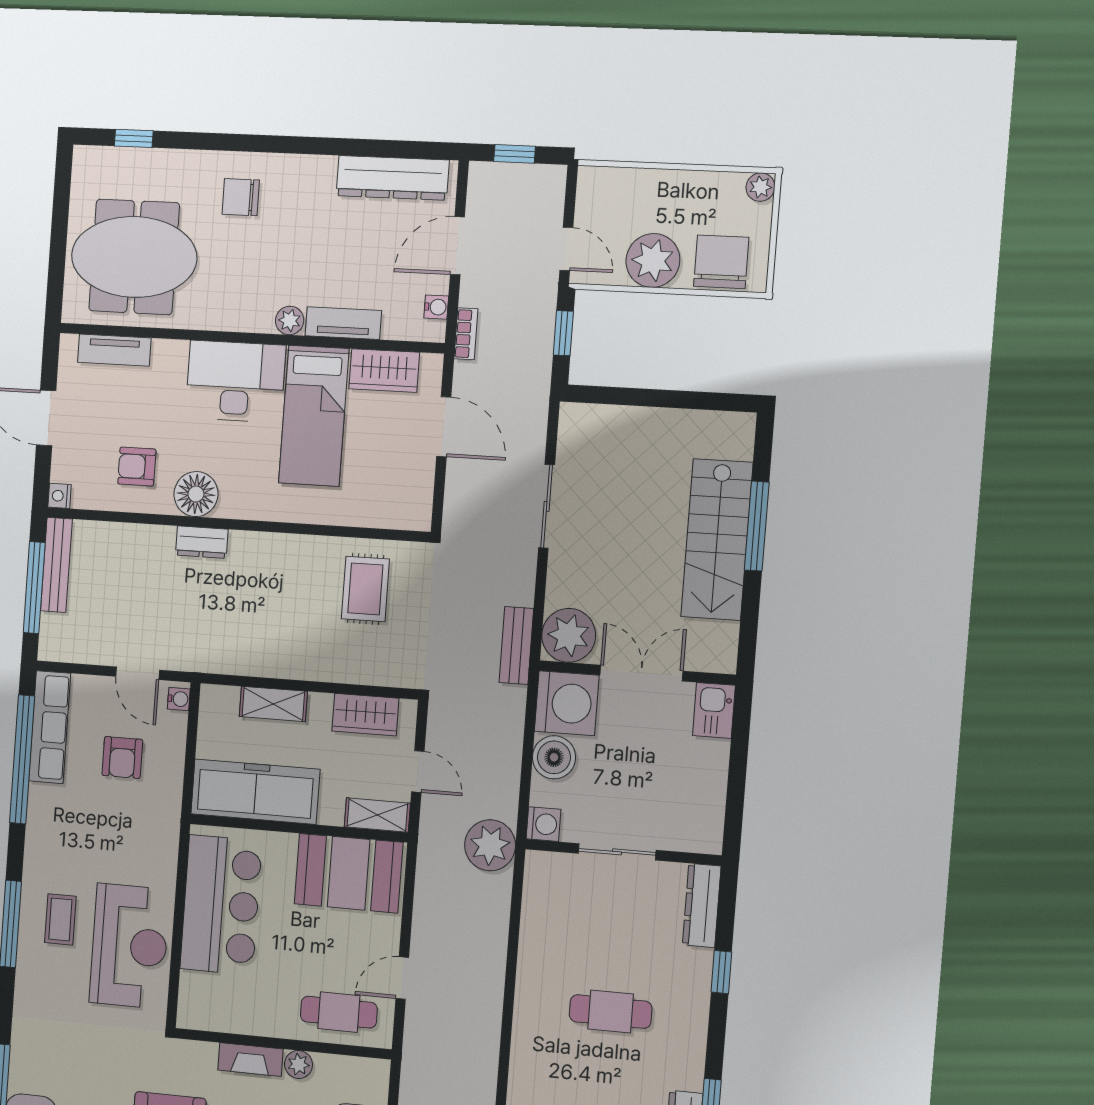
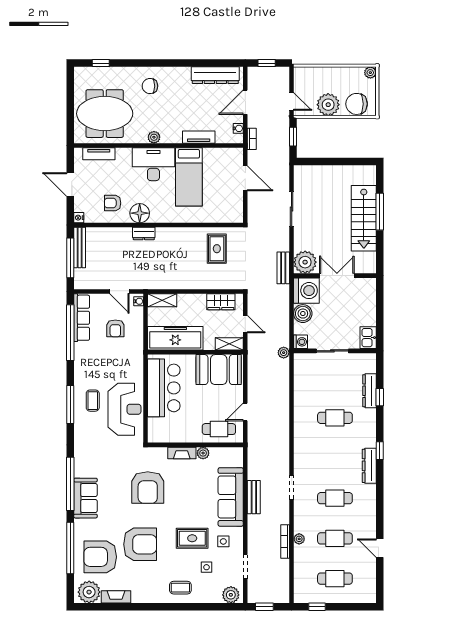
chair: (721, 262) -> (357, 104), turned -90
plant: (290, 320) -> (154, 137), moved
wardrobe: (384, 371) -> (218, 156), removed
shelving: (273, 704) -> (162, 300), moved
kitchen sink: (714, 710) -> (368, 338), moved
plant: (490, 845) -> (284, 353), width x0.53, depth x0.53
dresser: (702, 905) -> (369, 391), moved

